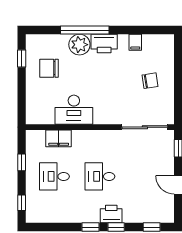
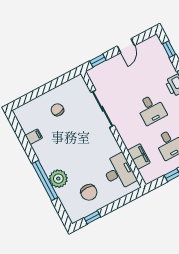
printer: (104, 43) -> (47, 160), removed
desk: (74, 110) -> (119, 172), moved
sliding door: (145, 127) -> (103, 109), moved

